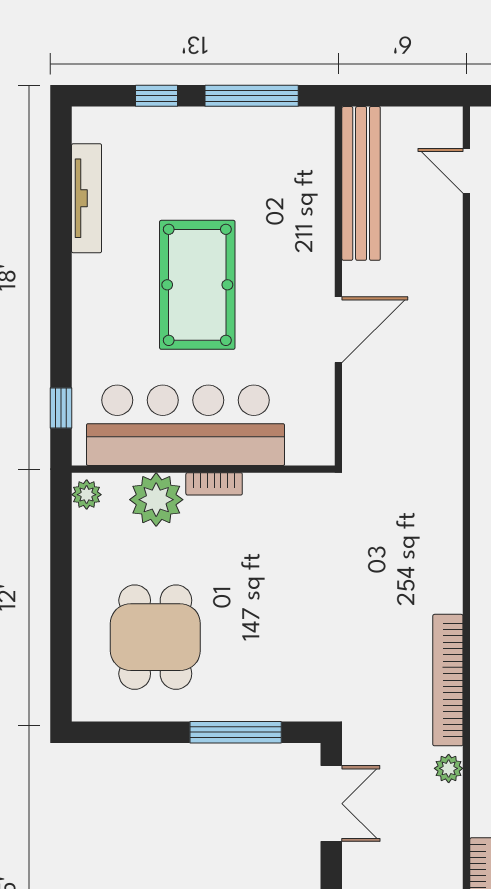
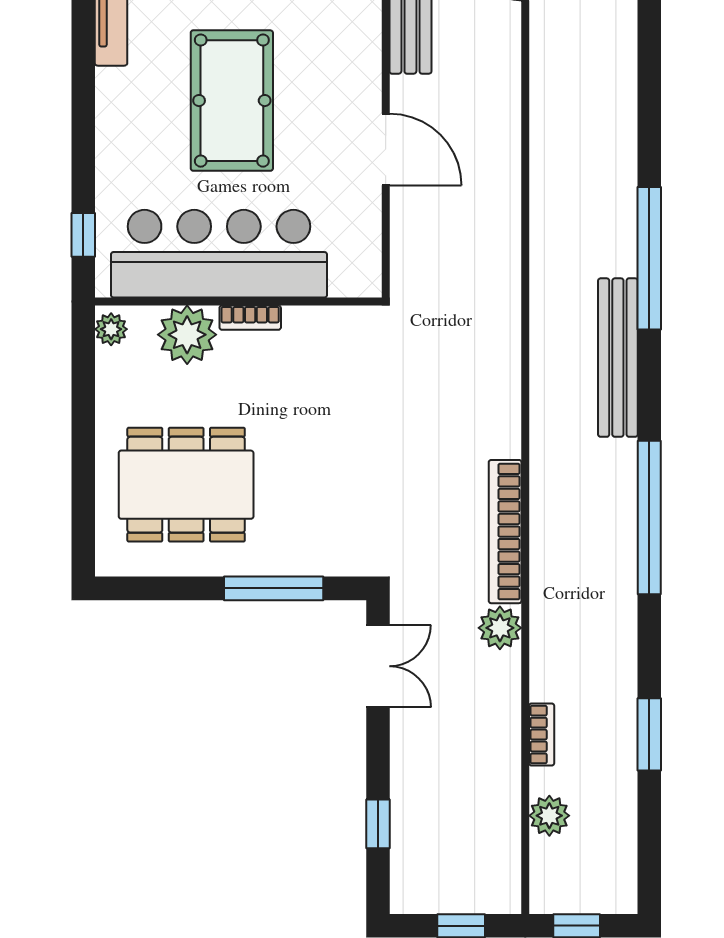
door: (338, 330) -> (386, 149), hinge flipped
dining table: (155, 637) -> (186, 485), width x1.38
plant: (449, 768) -> (500, 628), width x1.38, depth x1.38

